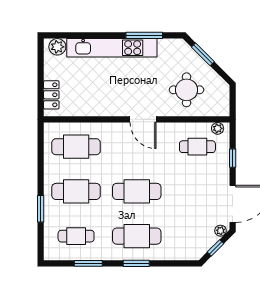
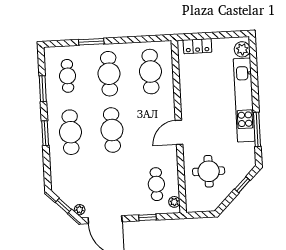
window: (203, 54) -> (242, 185), width x0.67

